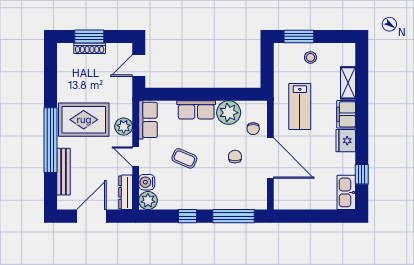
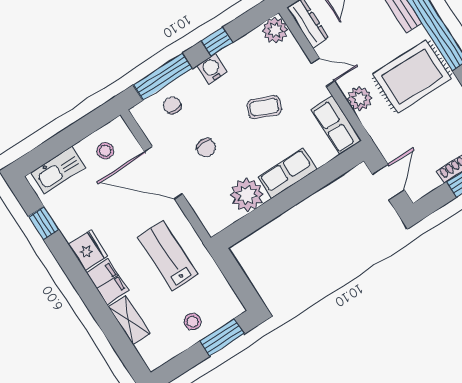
chair: (253, 129) -> (172, 105), moved
water cooler: (147, 182) -> (212, 69), moved, turned -90
kitchen sink: (346, 192) -> (58, 170), moved, turned 90
stool: (297, 194) -> (105, 151), added

